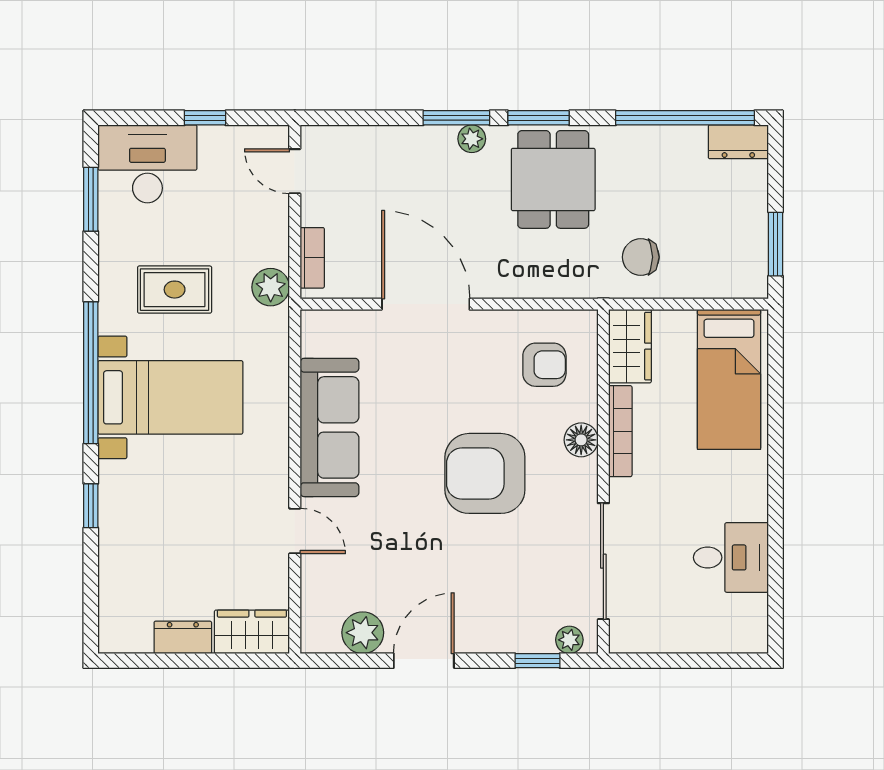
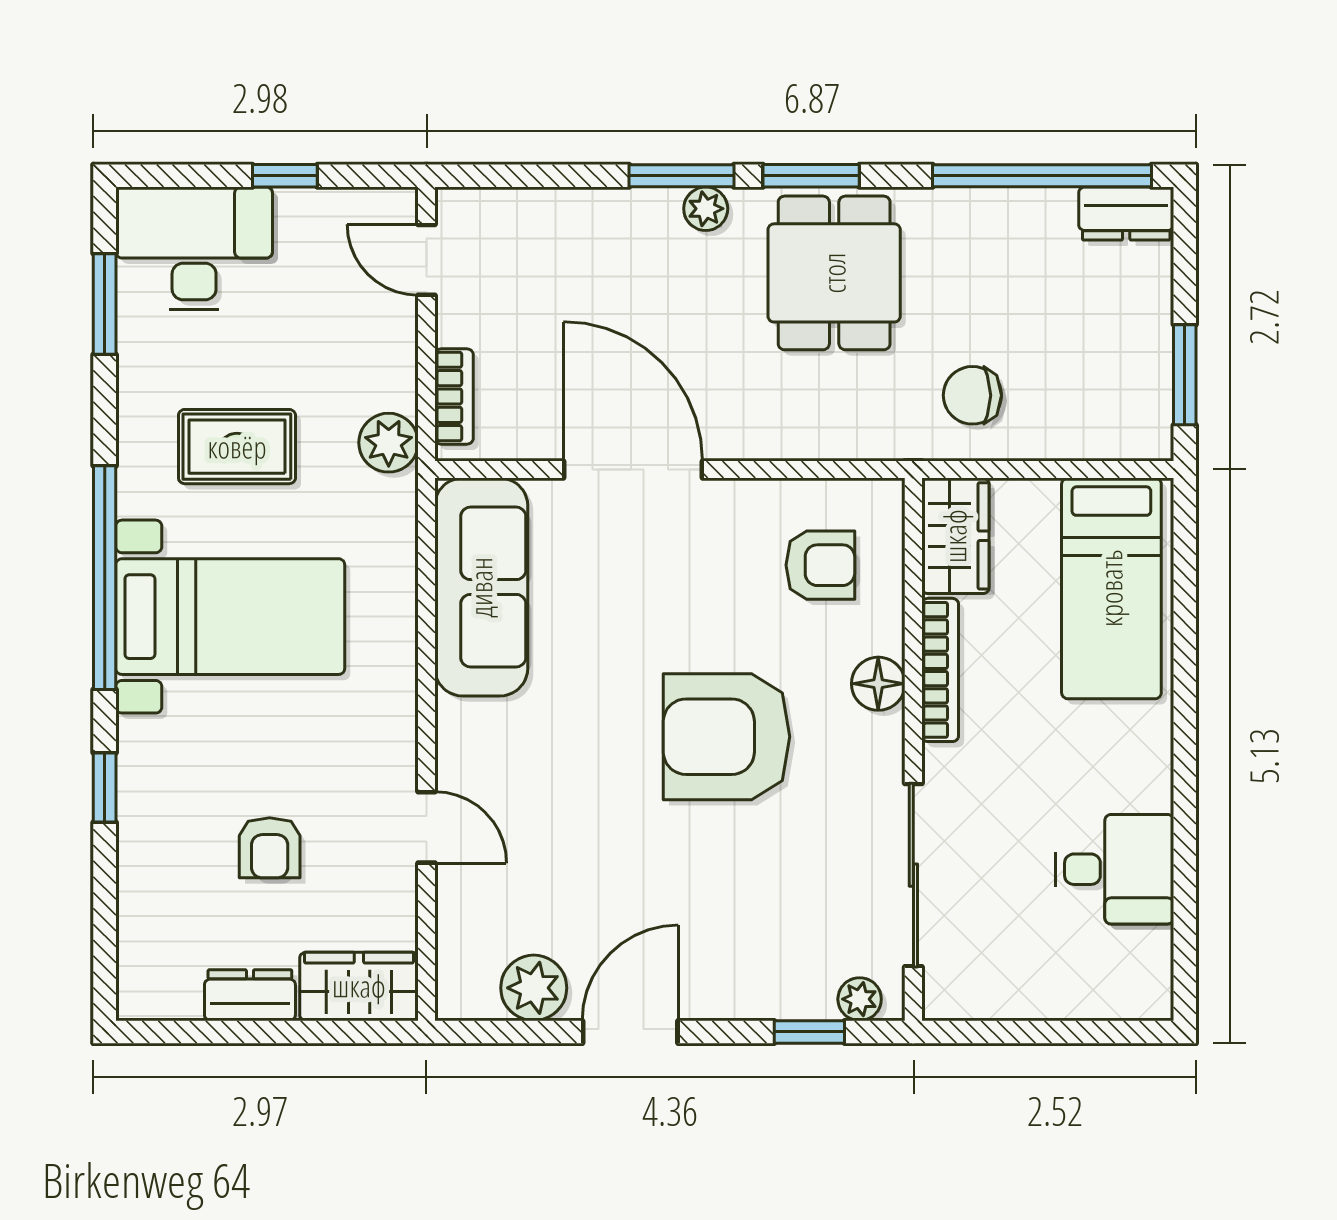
sofa: (329, 427) -> (481, 587), moved
armchair: (195, 544) -> (270, 848), added

